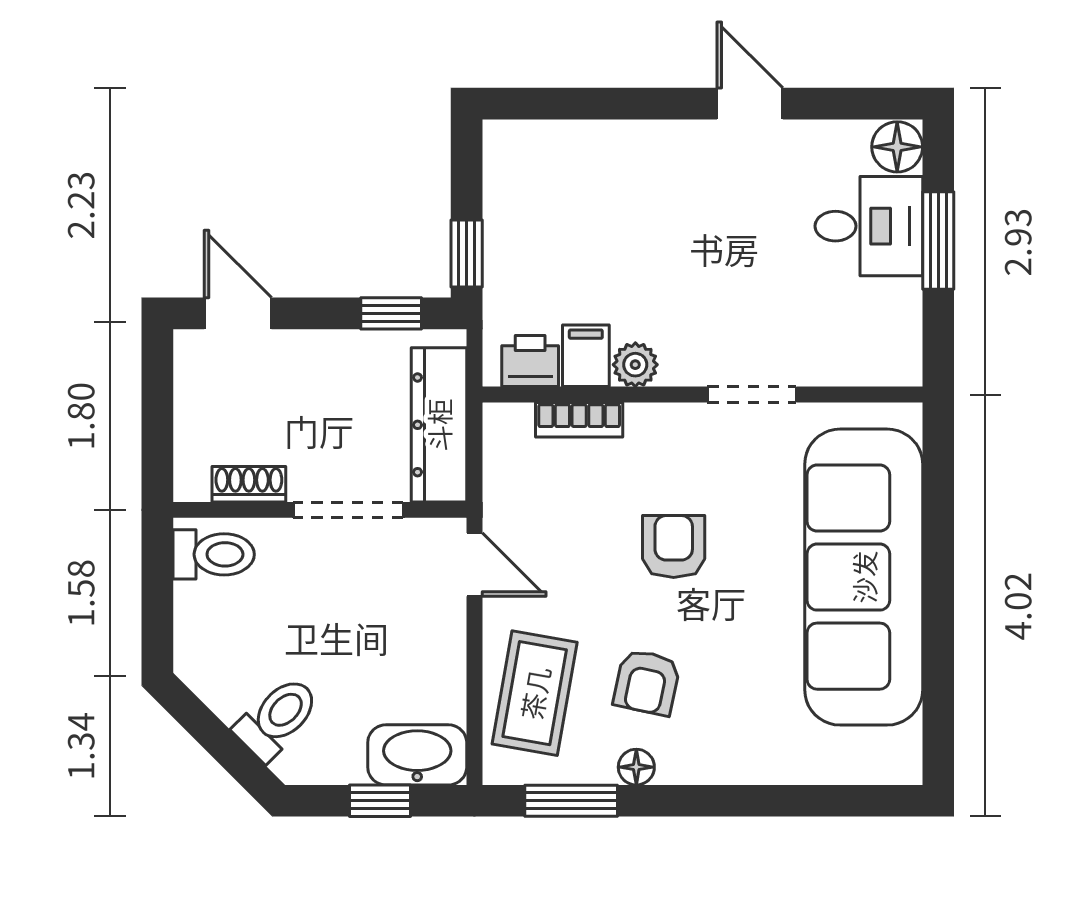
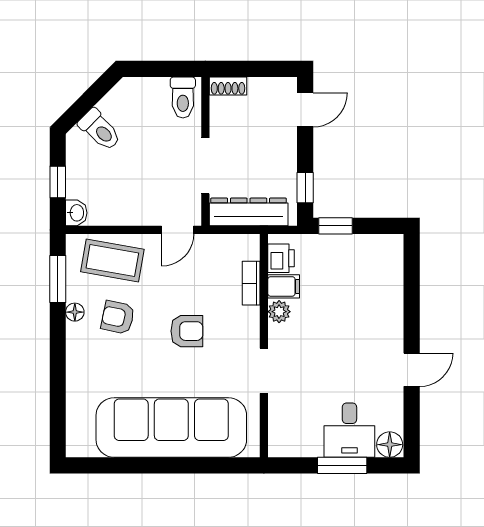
shoe rack: (249, 484) -> (228, 86), moved, turned 90
washbasin: (417, 755) -> (76, 213), width x0.52, depth x0.69

